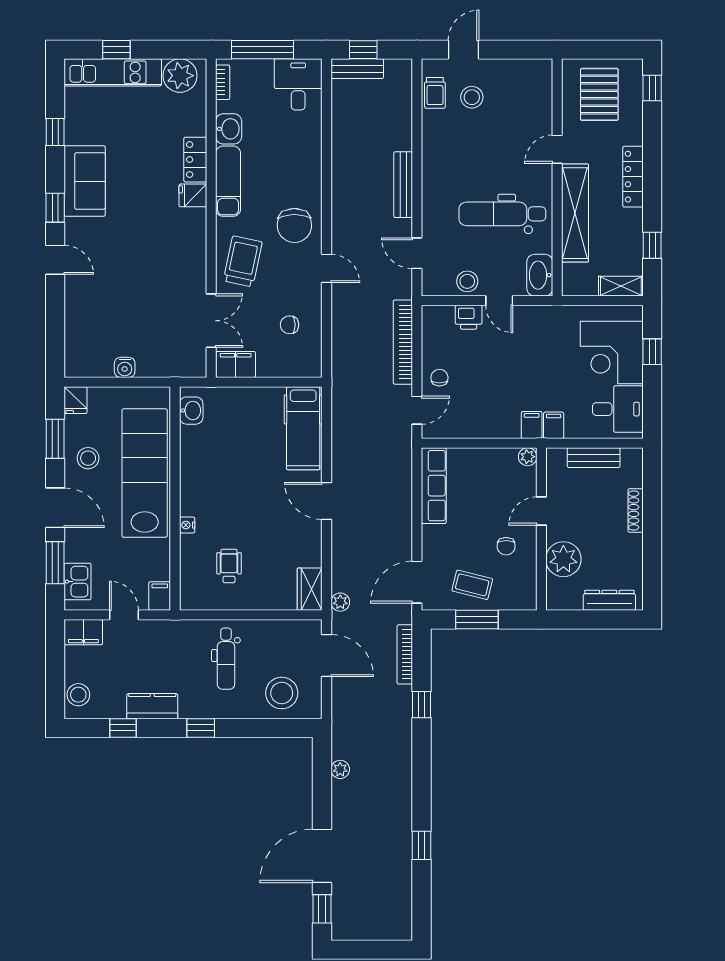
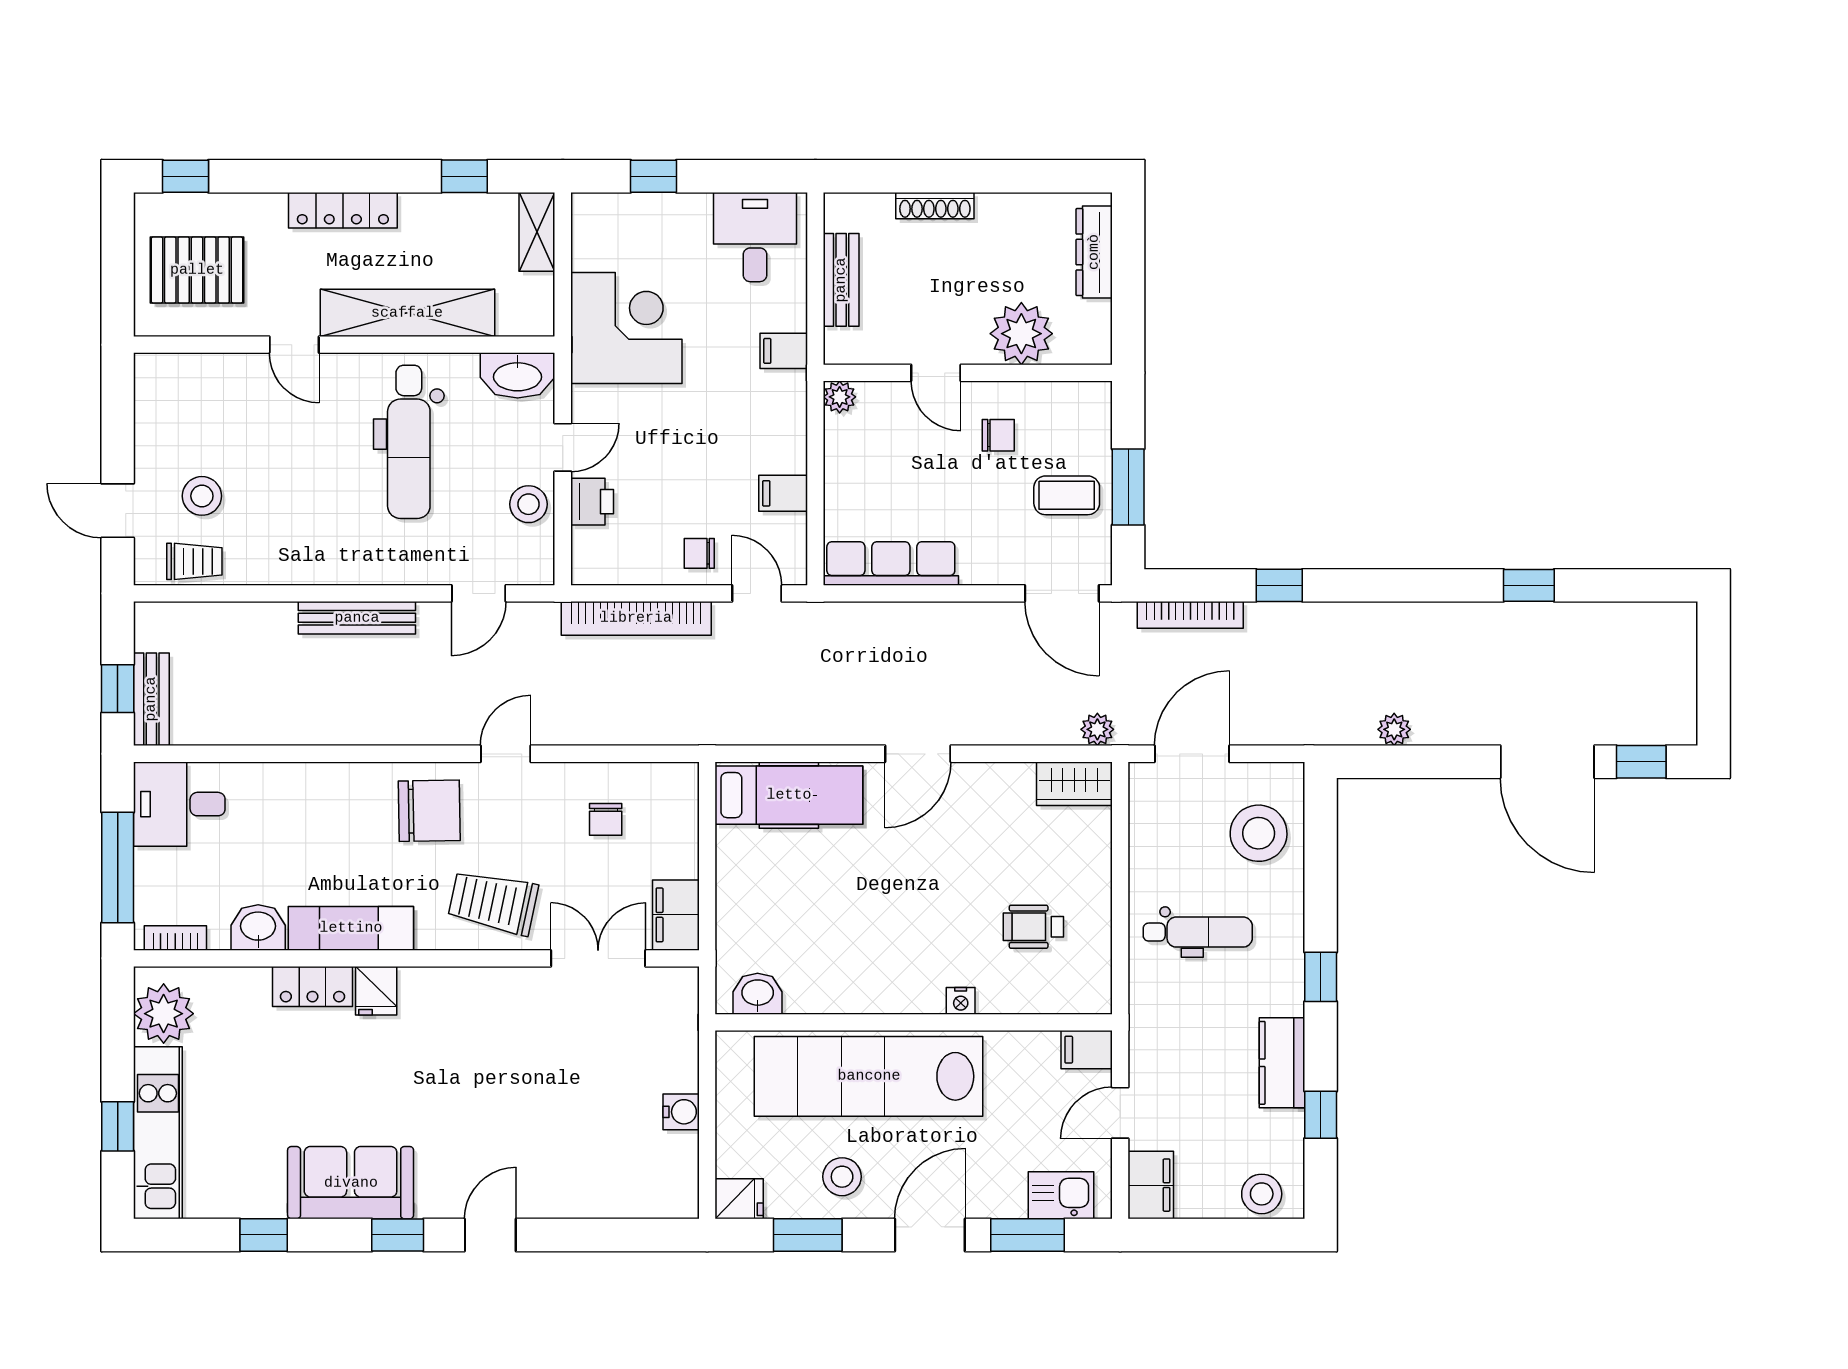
corner desk: (612, 353) -> (626, 328), moved, turned -90
filing cabinet: (532, 425) -> (783, 493), moved
coffee table: (472, 585) -> (1067, 495), turned 76

